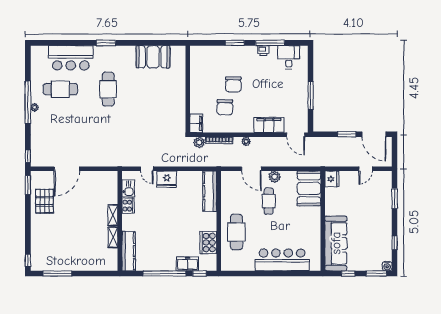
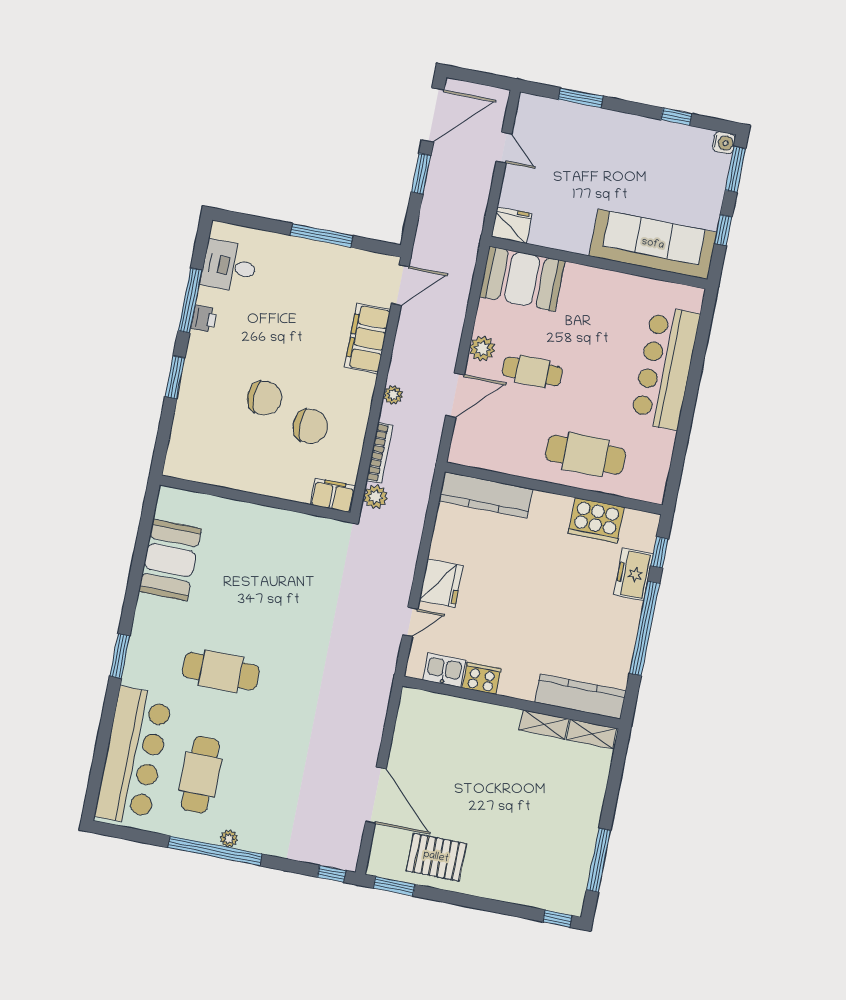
bar counter: (71, 58) -> (134, 756), width x1.36
shelving: (113, 215) -> (592, 734), moved

